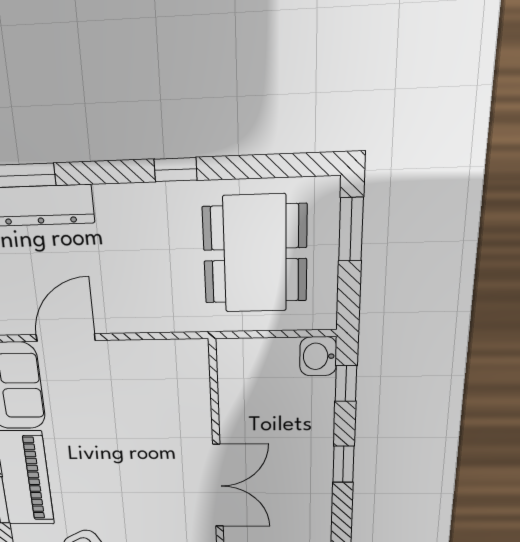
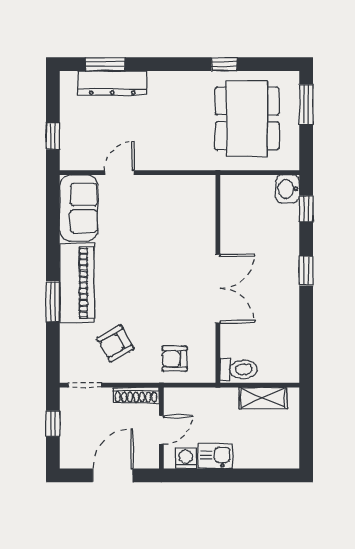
window: (176, 170) -> (224, 64), moved
door: (66, 338) -> (119, 173), width x0.73

